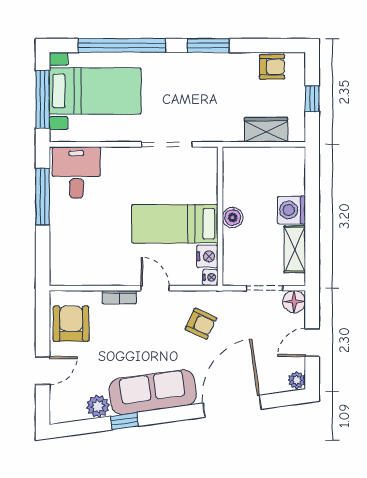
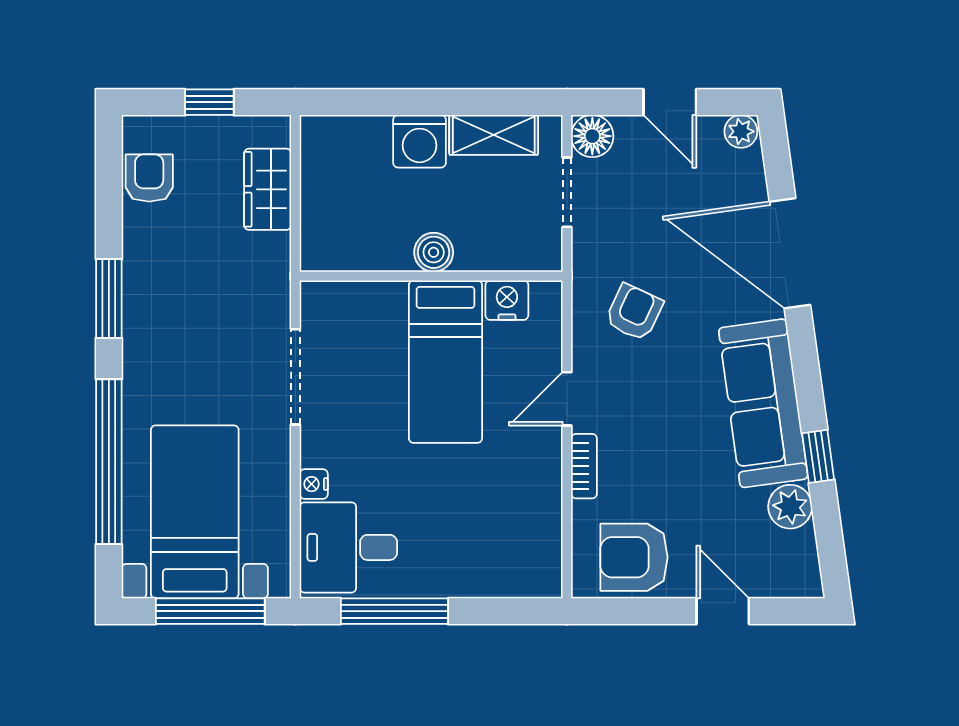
nightstand: (210, 277) -> (314, 484), moved, turned -90

